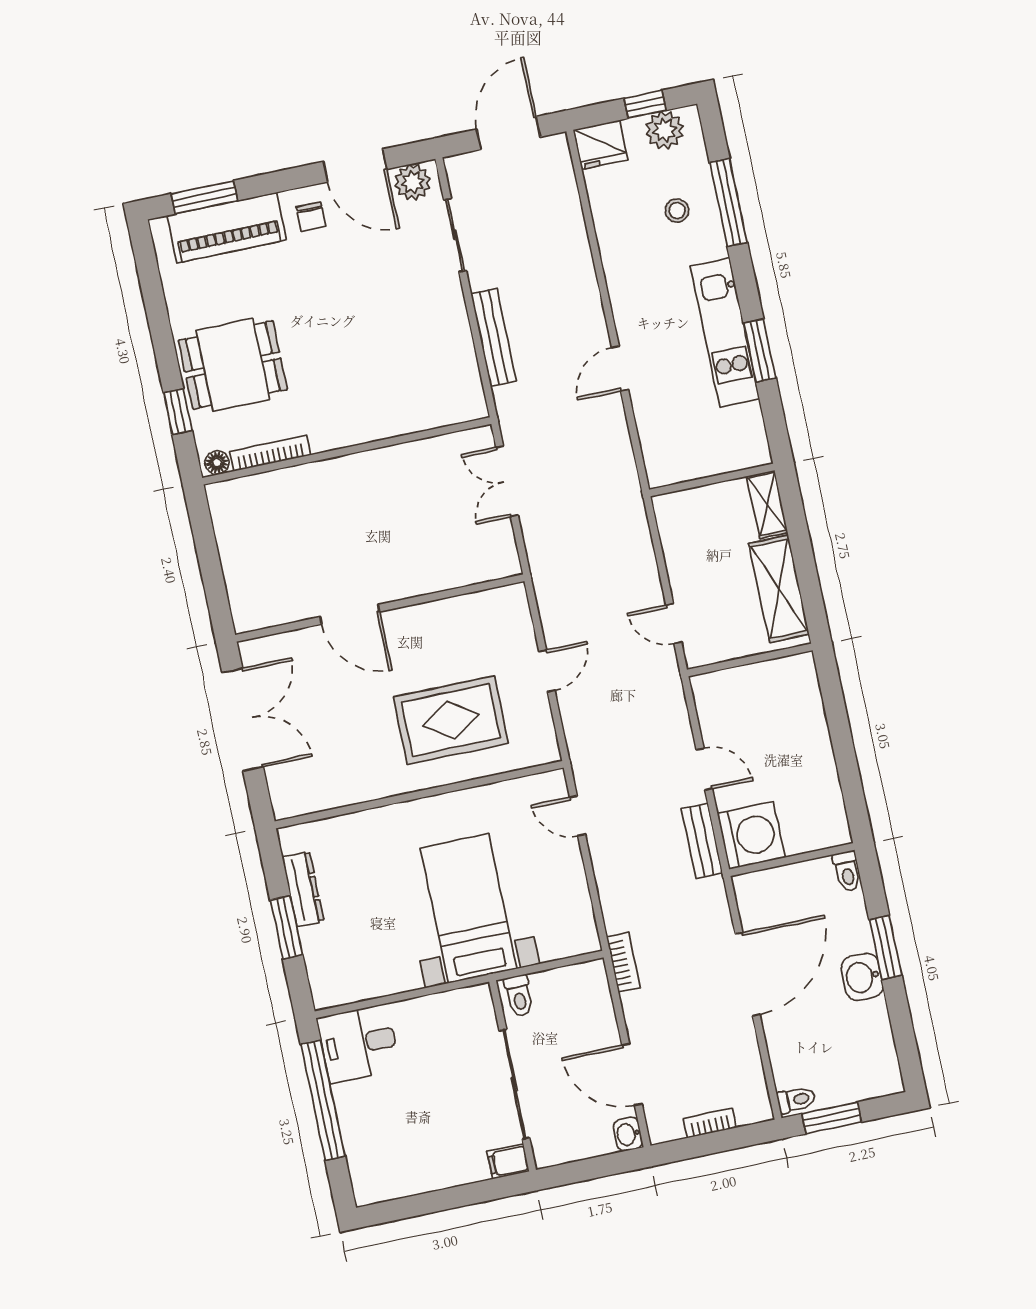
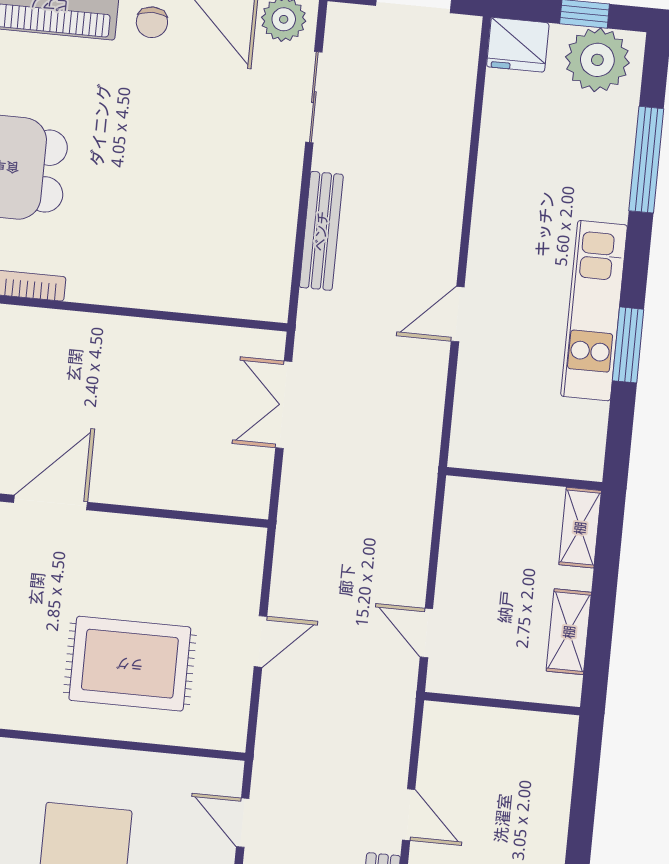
plant: (665, 130) -> (597, 60), width x1.36, depth x1.36
stool: (677, 211) -> (583, 150), removed
shelving: (779, 589) -> (569, 632), width x0.67, depth x0.75
door: (350, 614) -> (51, 502), swing flipped

